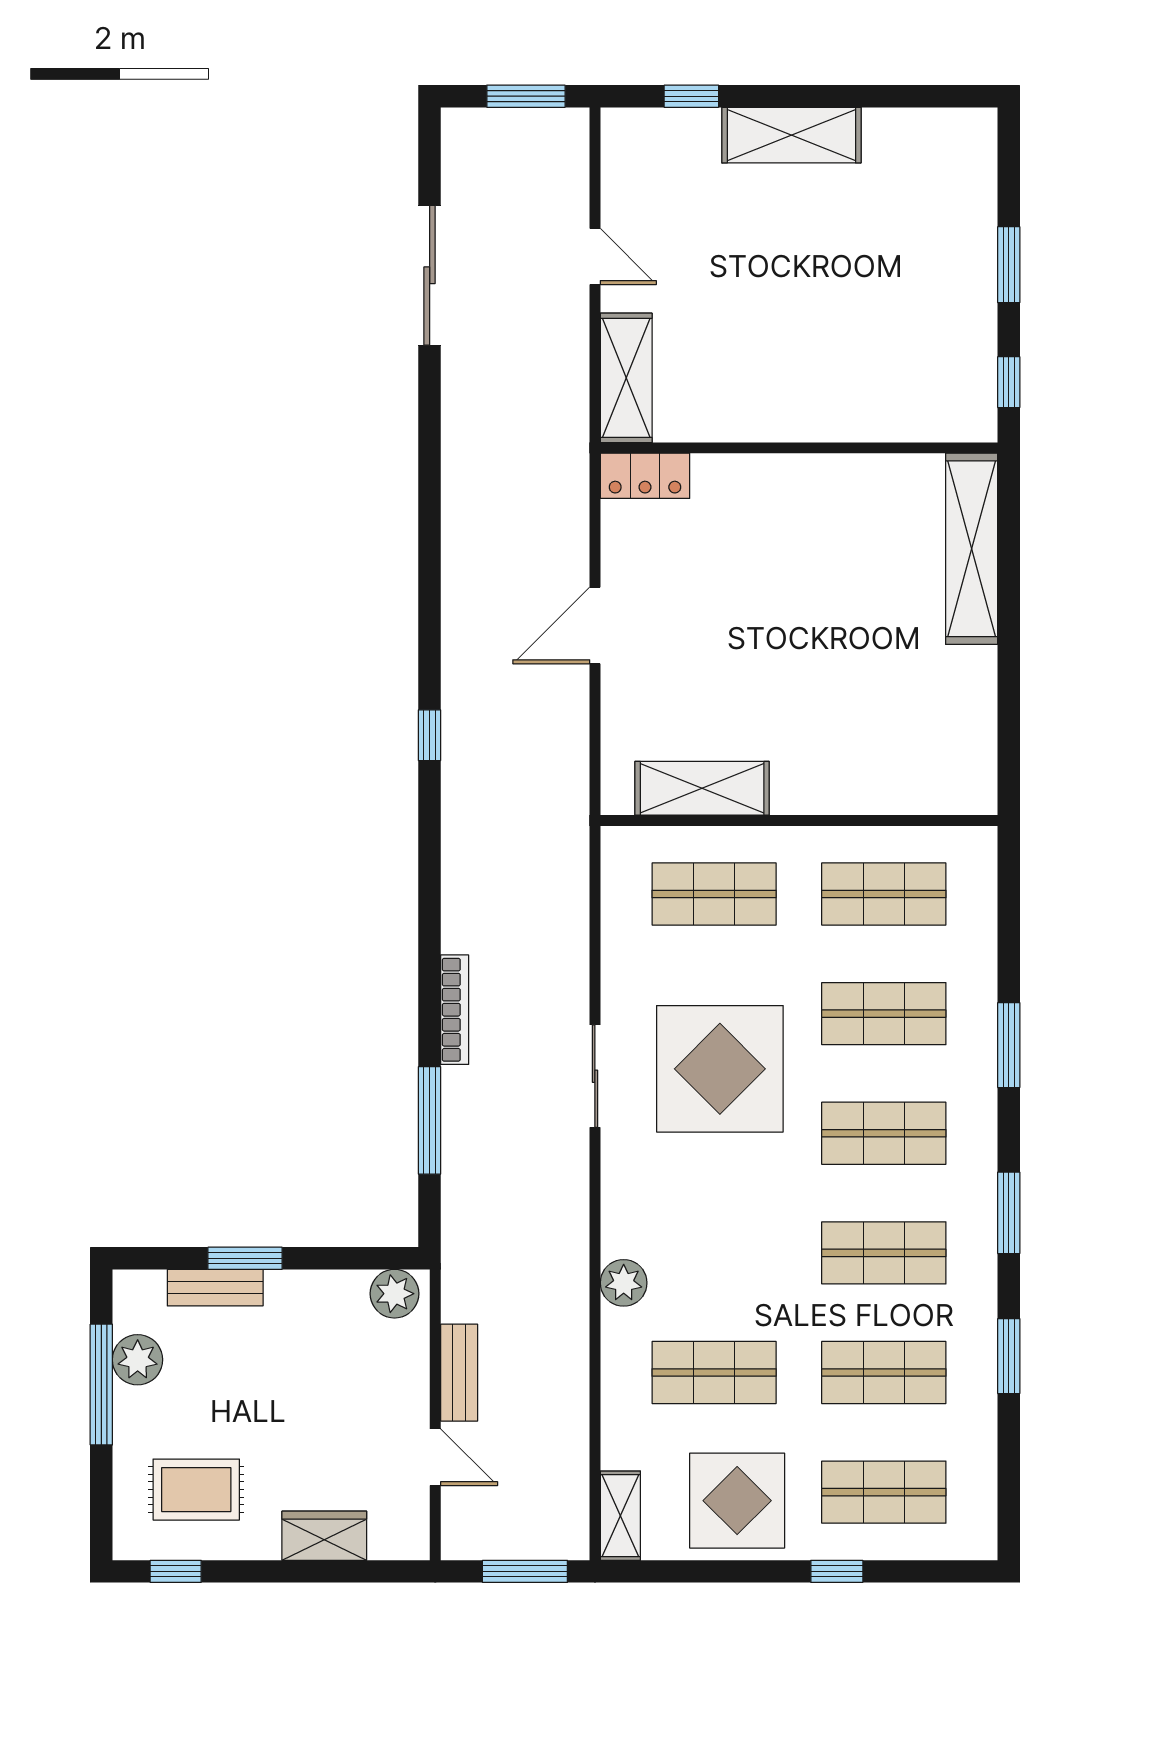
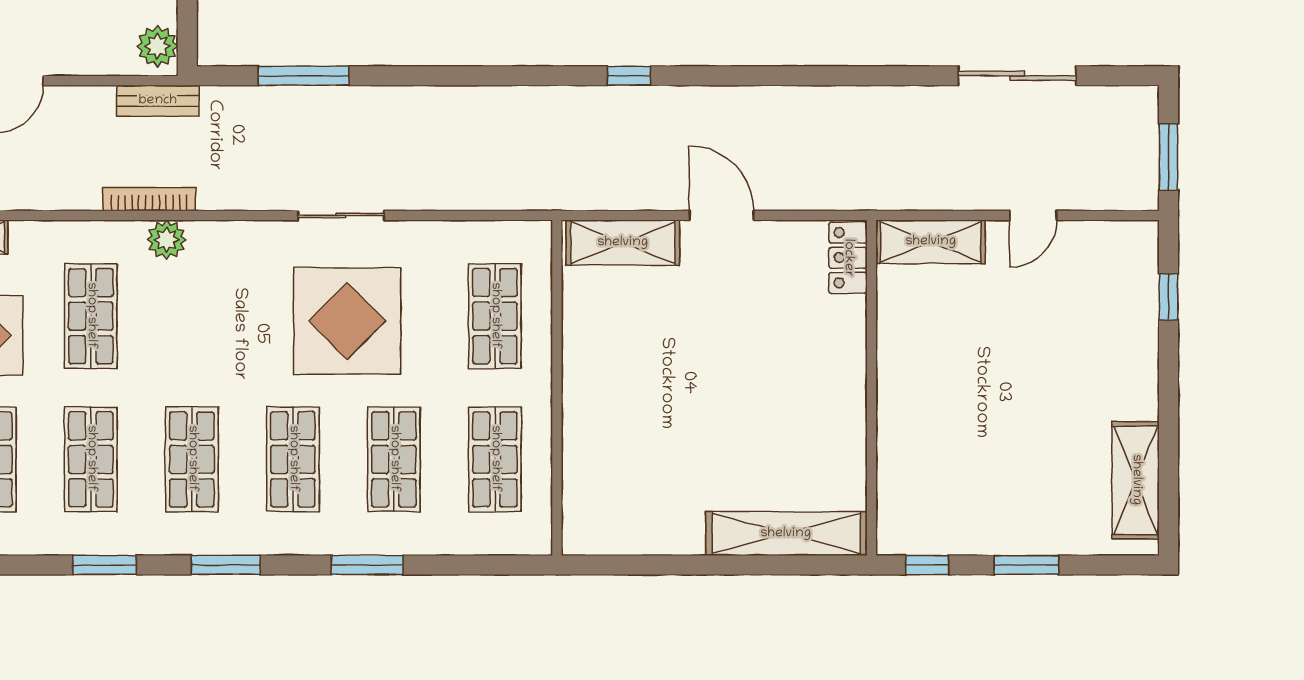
shelving: (791, 135) -> (1136, 480), moved
shelving: (702, 788) -> (623, 243), moved, turned 90
bookcase: (455, 1010) -> (149, 199), moved, turned 180
bench: (459, 1373) -> (158, 101), moved

